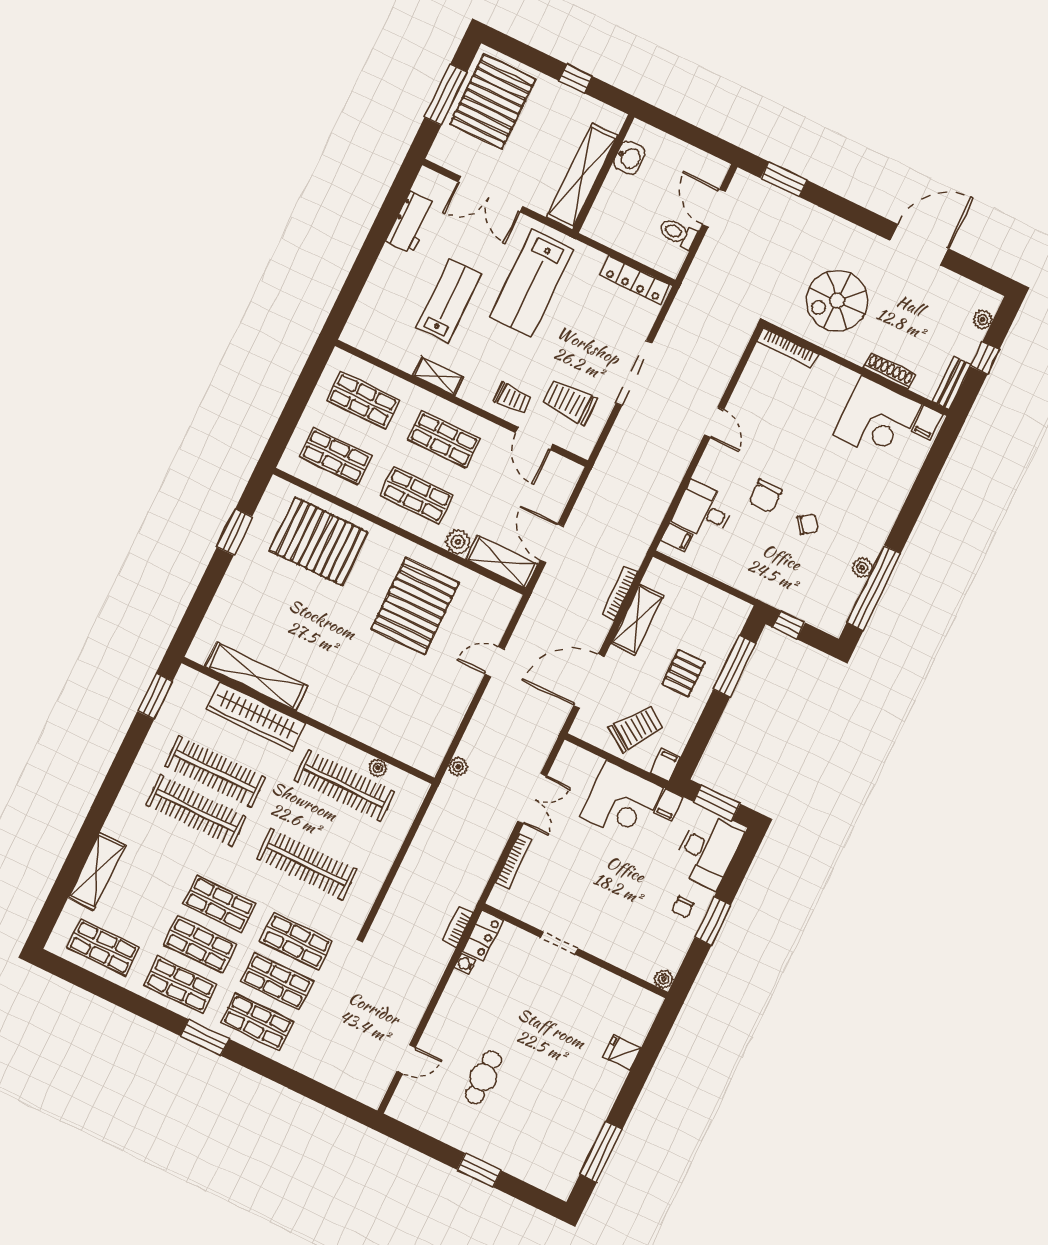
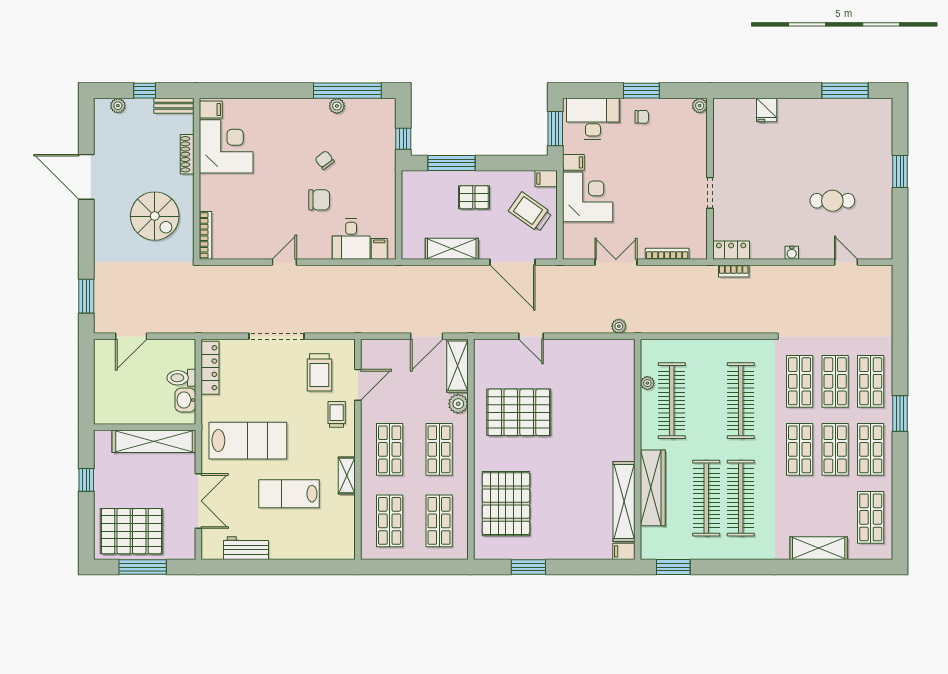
washbasin: (629, 158) -> (185, 400), moved, turned -90
toilet: (678, 233) -> (181, 378), moved, turned 90
bookcase: (620, 593) -> (439, 270), removed
filing cabinet: (200, 649) -> (624, 551), added
water cooler: (465, 964) -> (792, 253), moved

